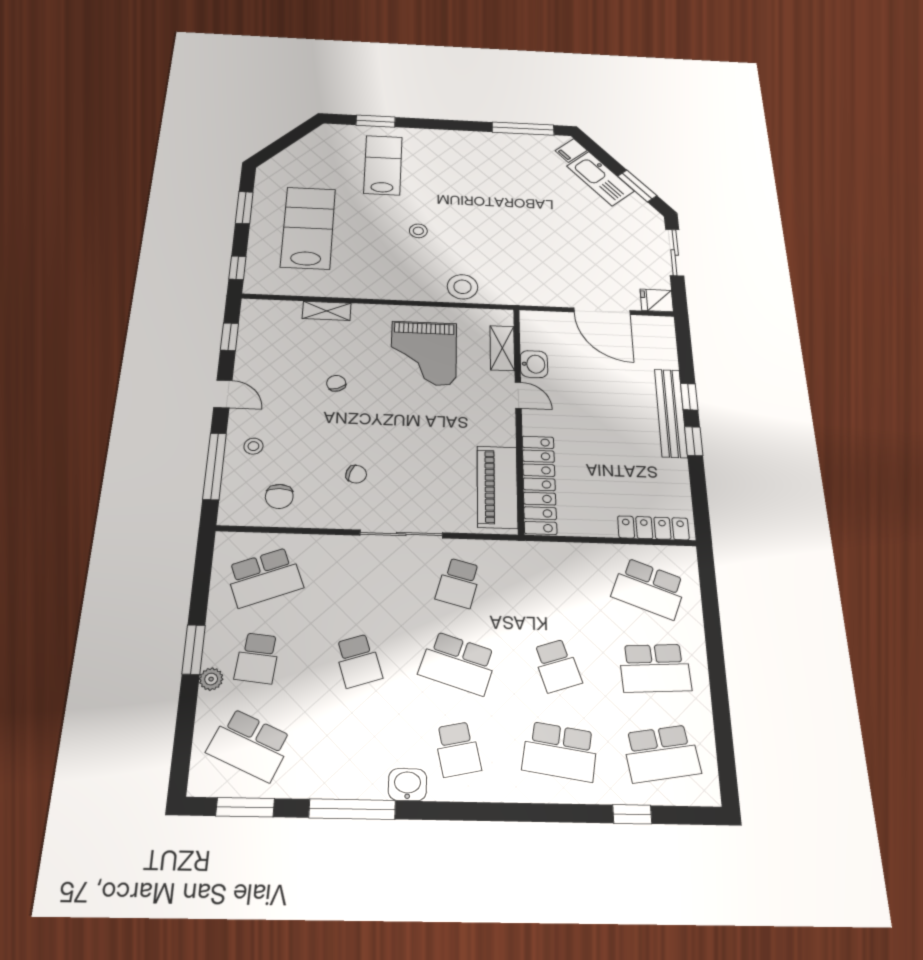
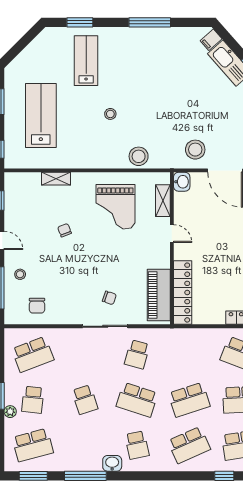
window: (523, 129) -> (150, 22), moved
stool: (553, 282) -> (195, 150), added
washbasin: (534, 364) -> (182, 182), moved
chair: (356, 474) -> (109, 298), moved
school desk: (557, 666) -> (189, 400), width x1.85
school desk: (250, 745) -> (33, 445), turned -39
school desk: (560, 751) -> (189, 445), turned -33

